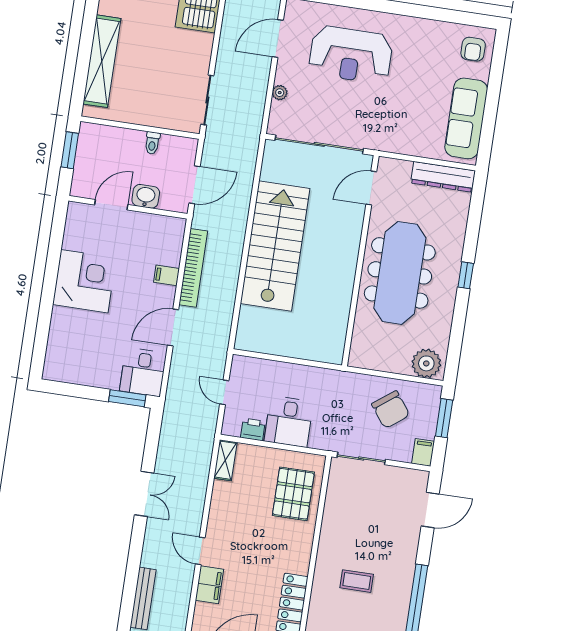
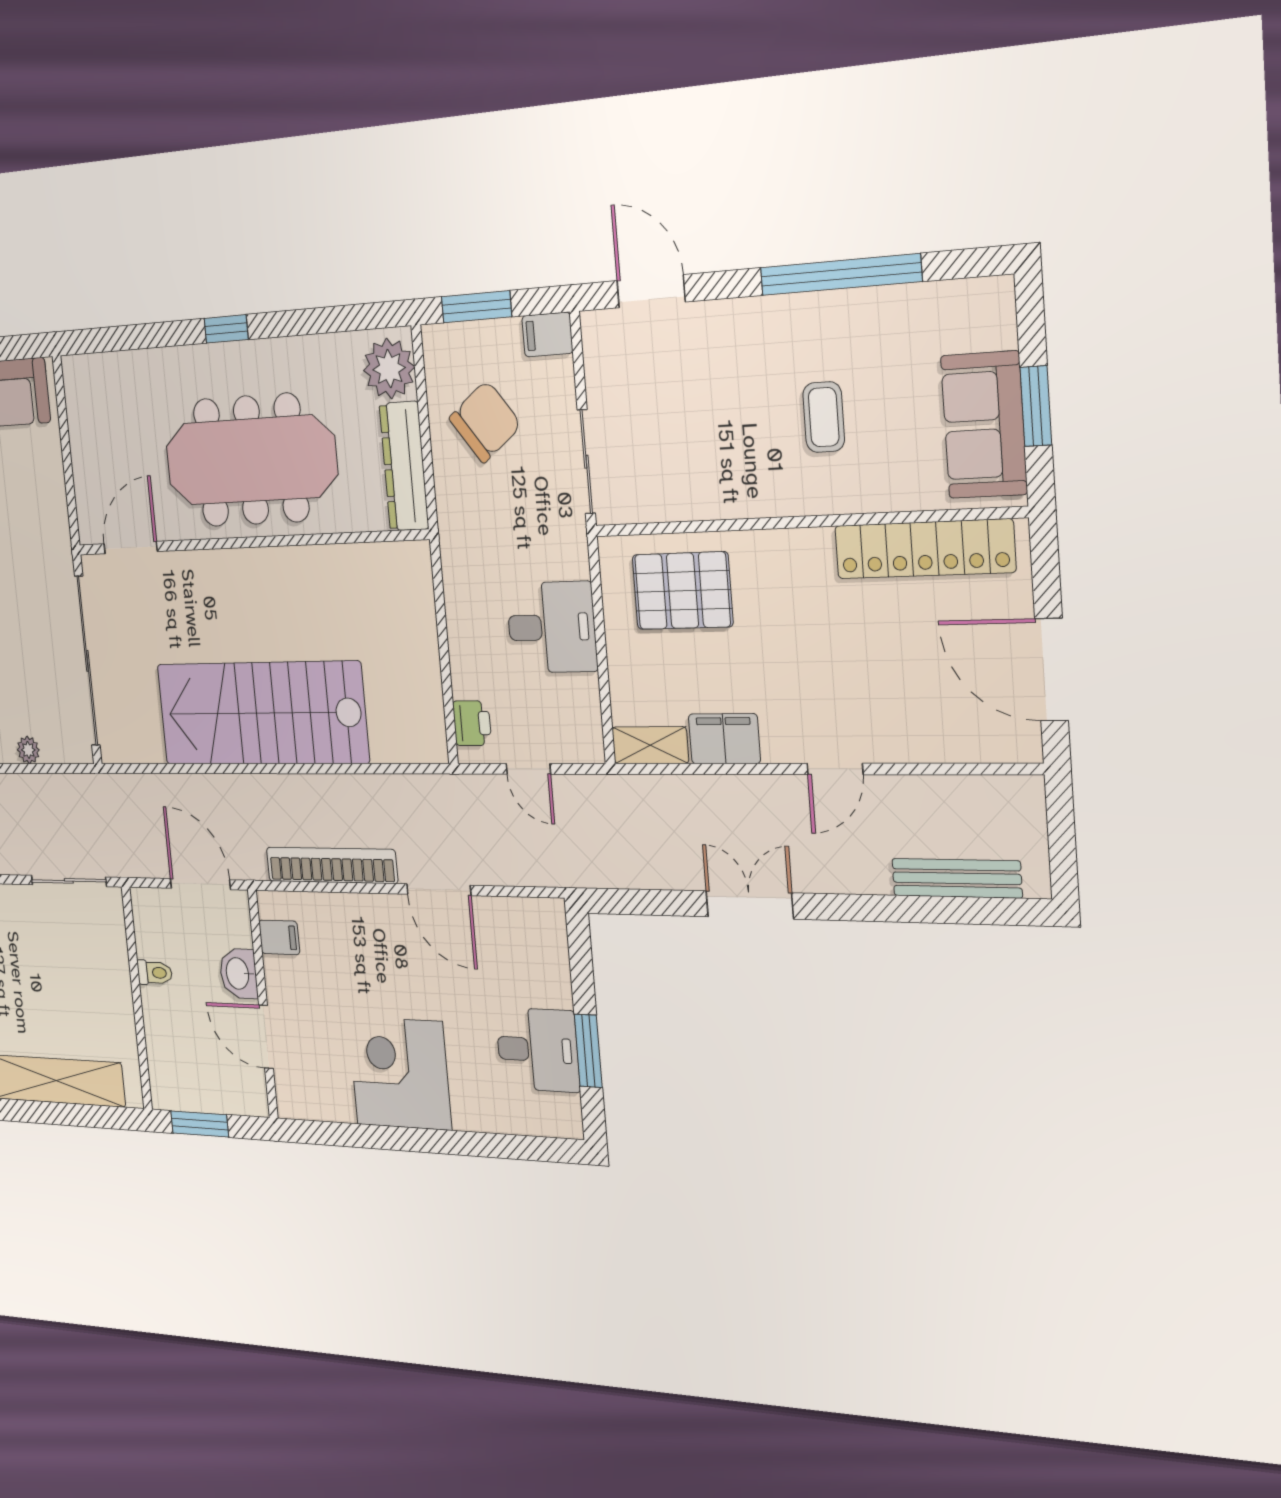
dresser: (443, 177) -> (404, 466), moved, turned 180
door: (371, 188) -> (131, 548), swing flipped
filing cabinet: (167, 275) -> (279, 937), moved, turned -90
desk: (143, 372) -> (538, 1050), moved
door: (224, 392) -> (528, 769), hinge flipped
window: (127, 398) -> (588, 1051), moved
printer: (253, 430) -> (472, 723), moved, turned 180
filing cabinet: (209, 585) -> (724, 739), moved

